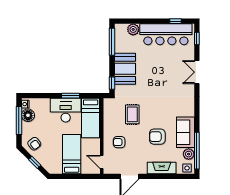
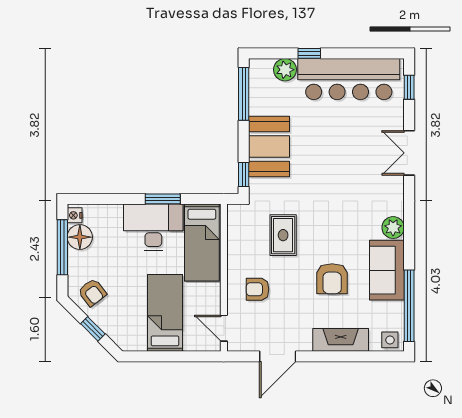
window: (176, 21) -> (309, 53), moved
armchair: (157, 137) -> (332, 279), turned -90
plant: (189, 154) -> (393, 228), moved

